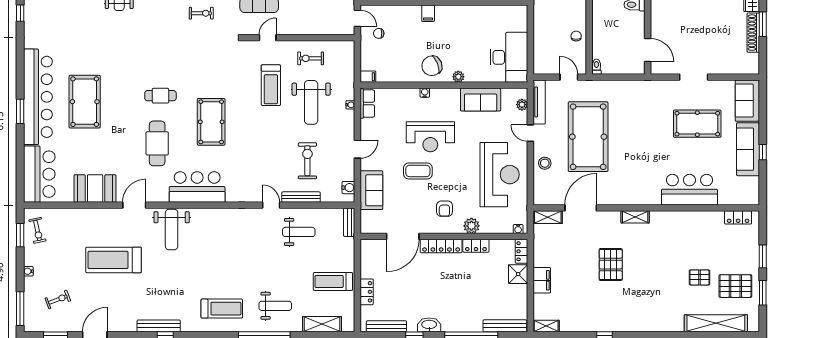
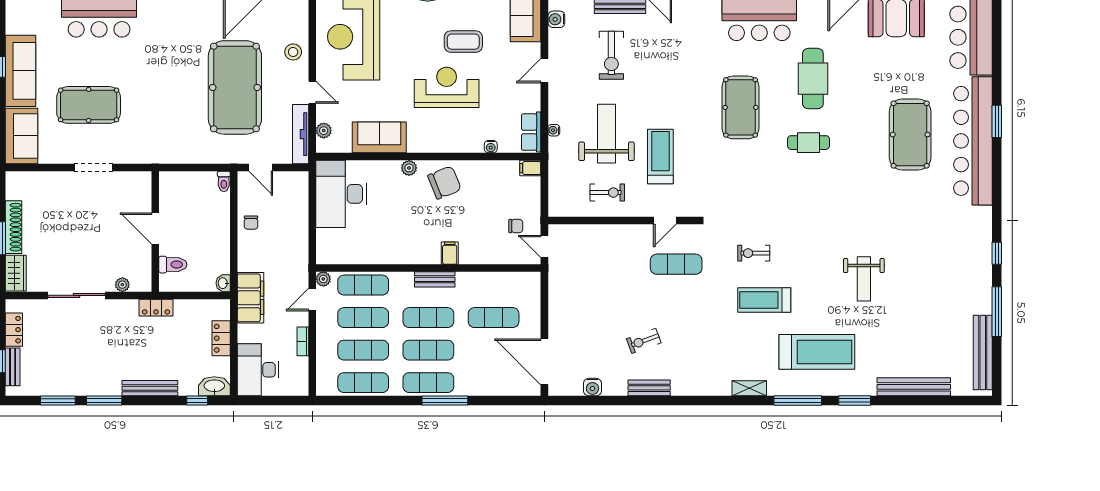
door: (648, 50) -> (155, 228), moved
water cooler: (425, 93) -> (491, 147), moved

